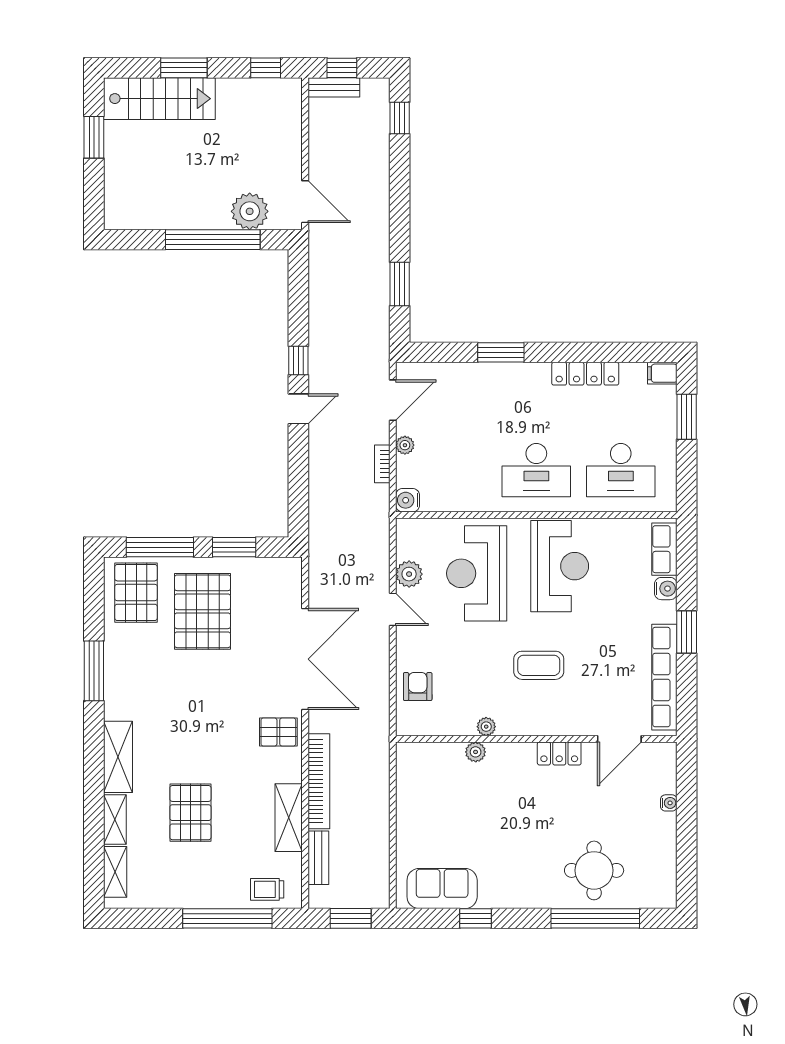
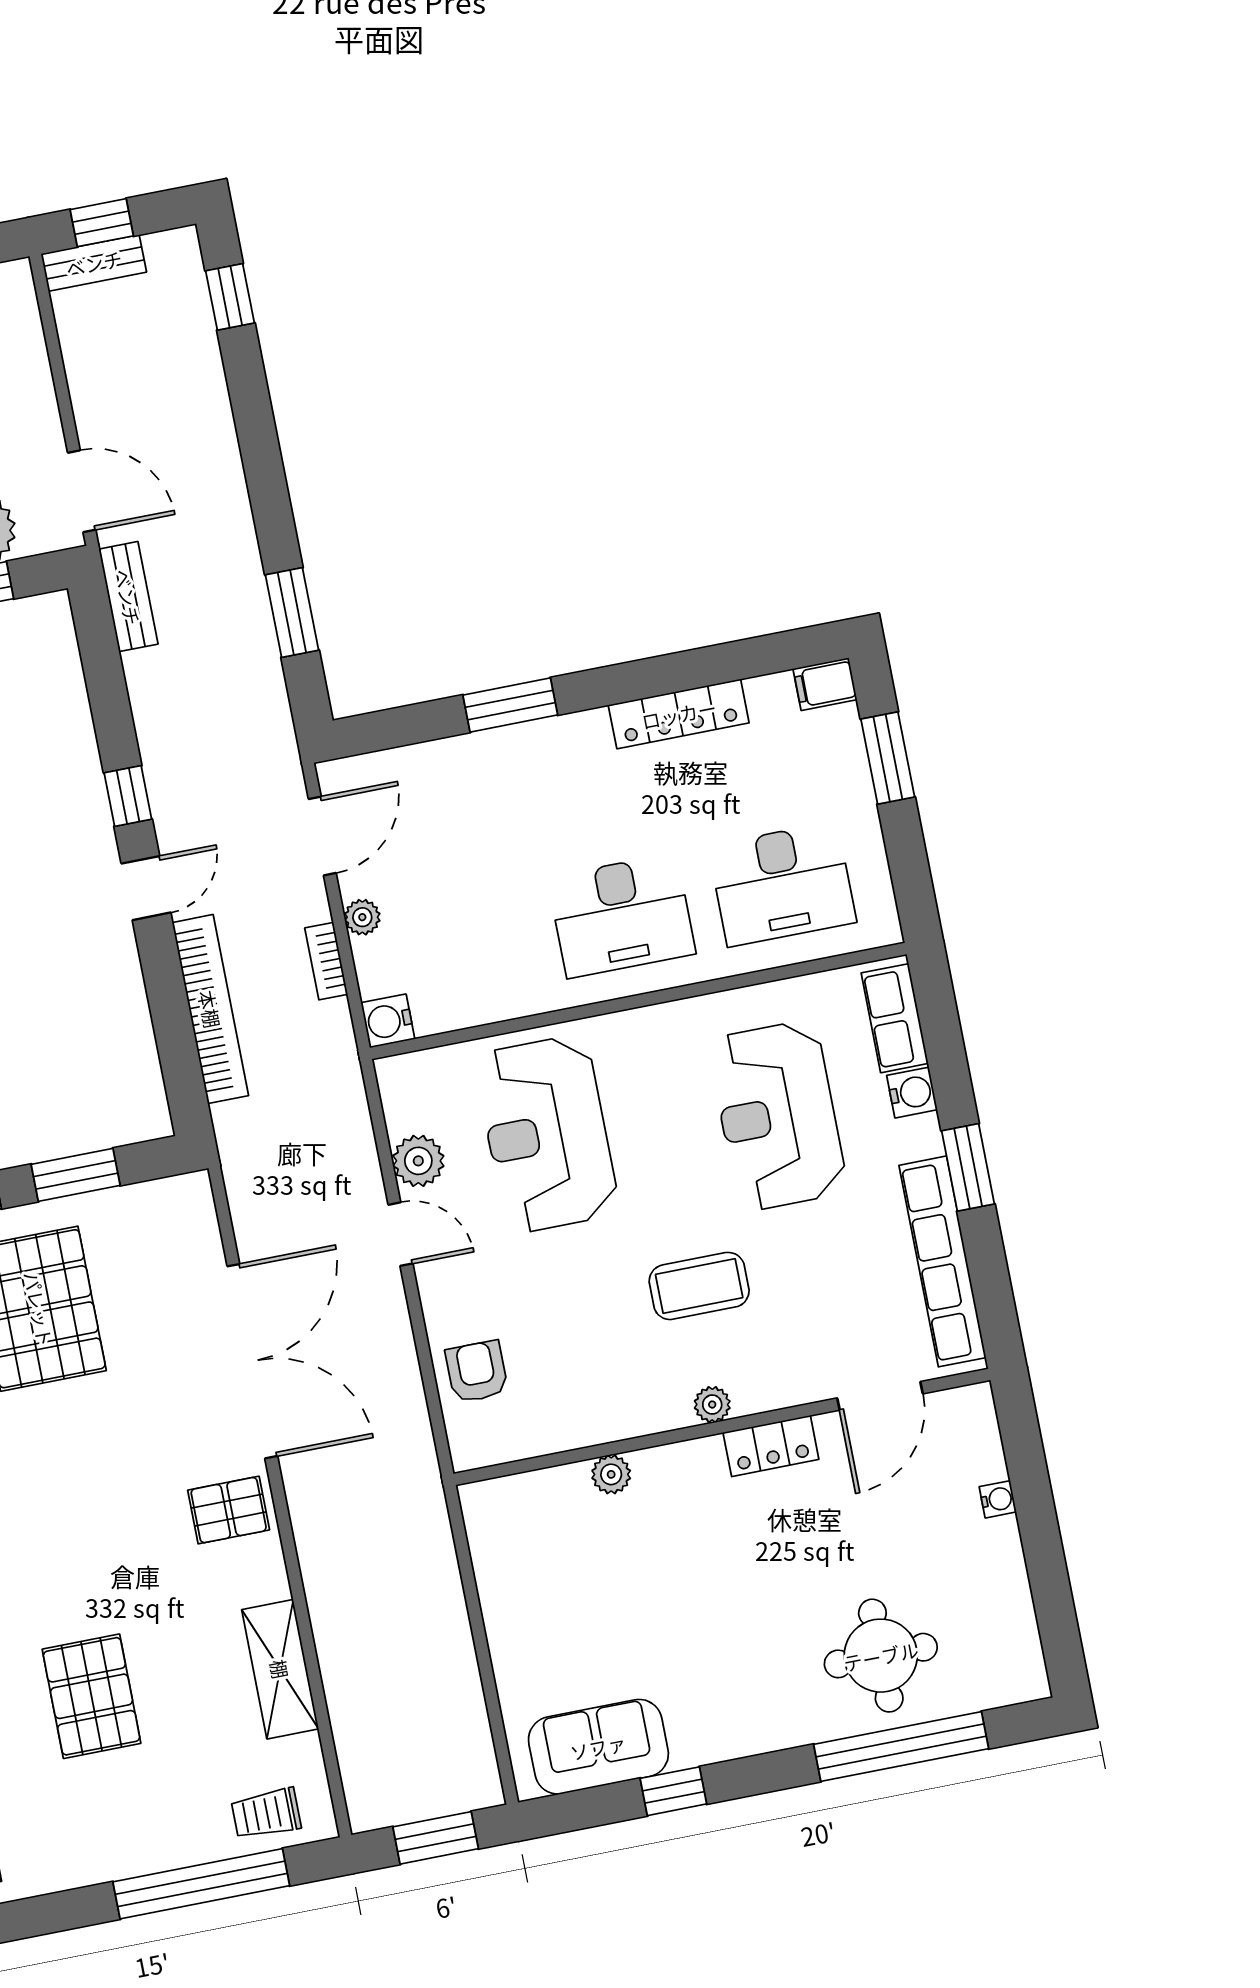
reception desk: (560, 566) -> (778, 1116), moved, turned 180
plant: (486, 727) -> (712, 1405), moved
bookcase: (319, 781) -> (210, 1009), moved
bench: (318, 858) -> (128, 597), moved

